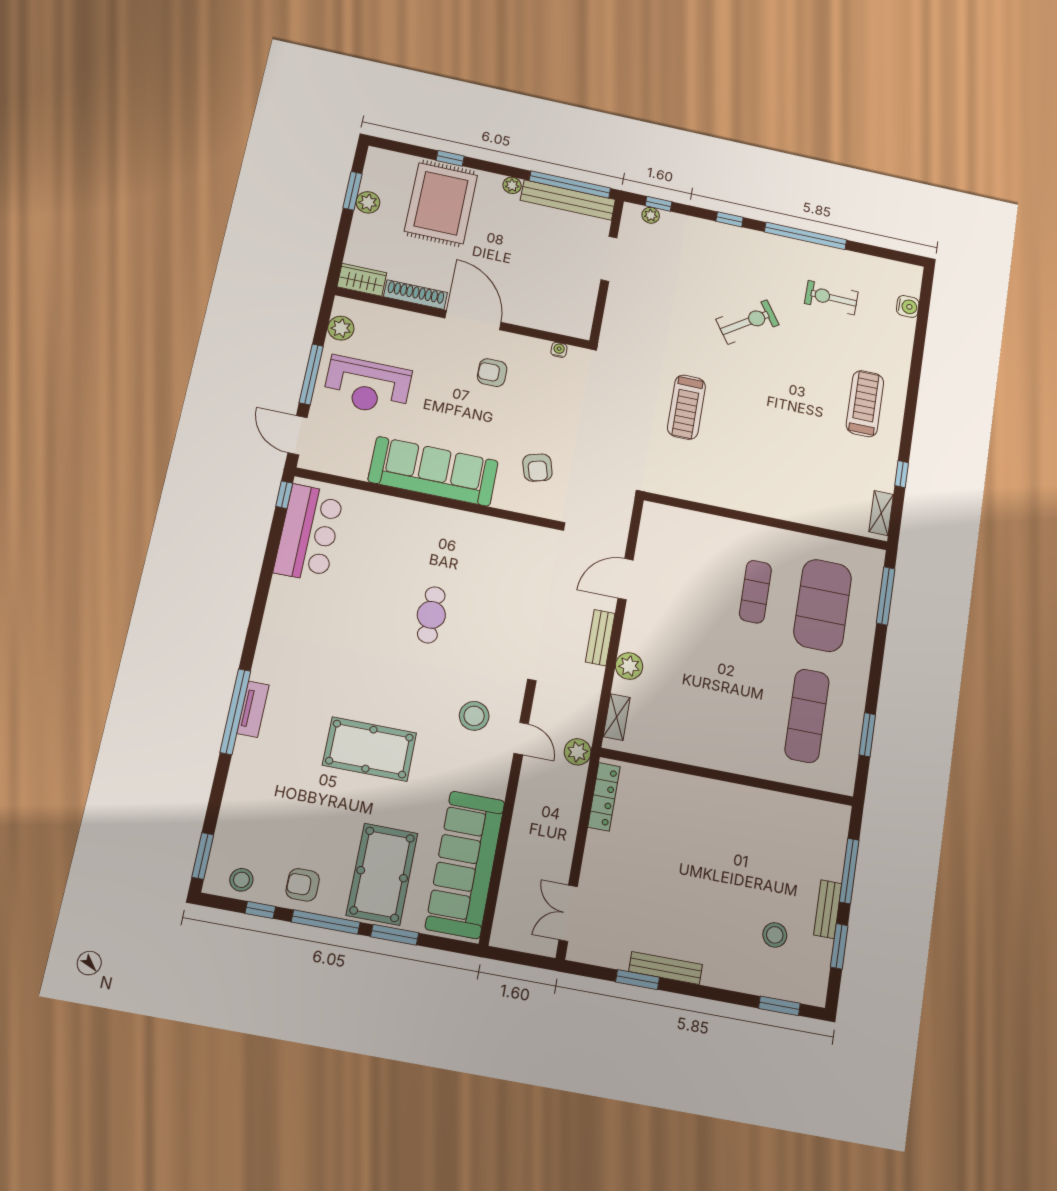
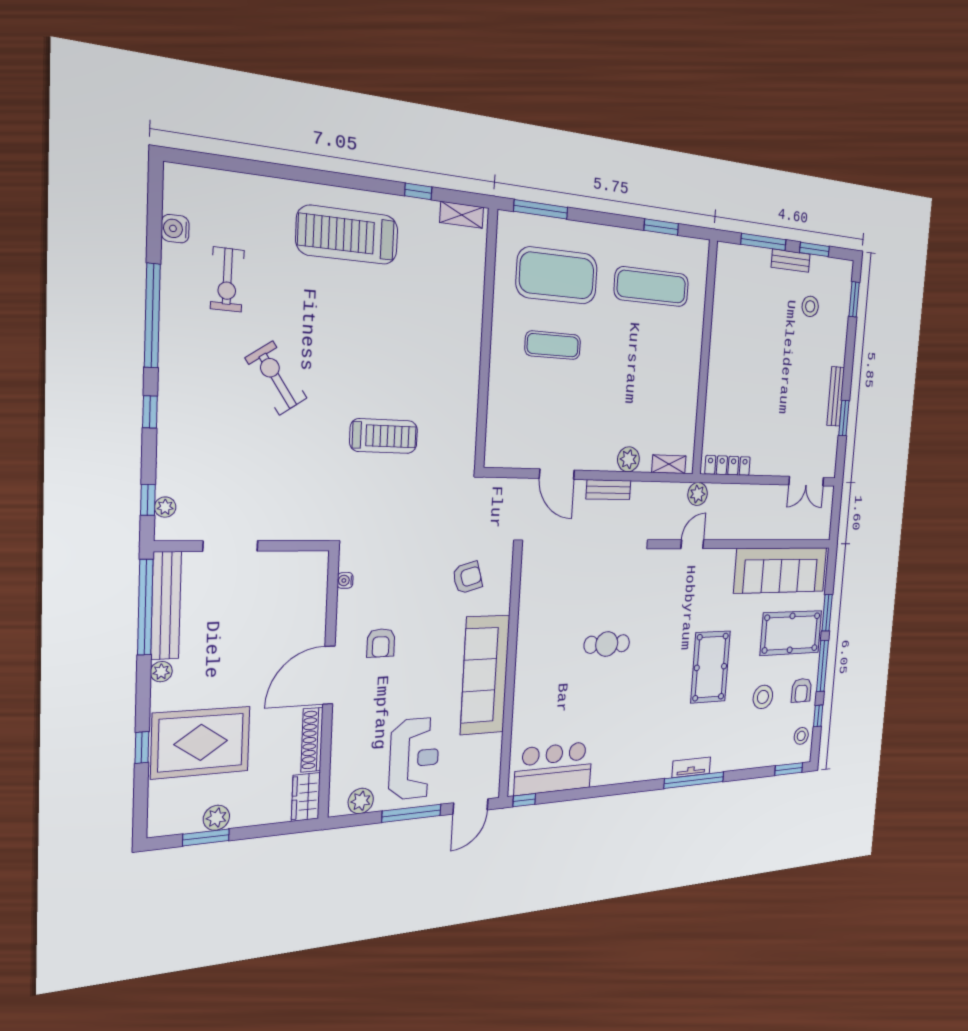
water cooler: (908, 306) -> (175, 229), moved, turned -90
treadmill: (865, 404) -> (347, 235), width x1.37, depth x1.38
stool: (474, 716) -> (763, 697), moved

